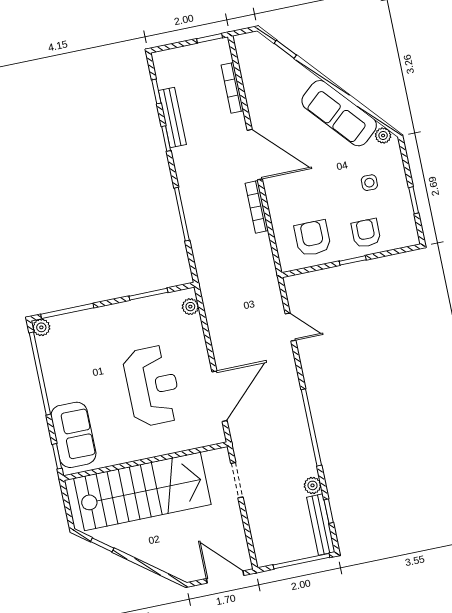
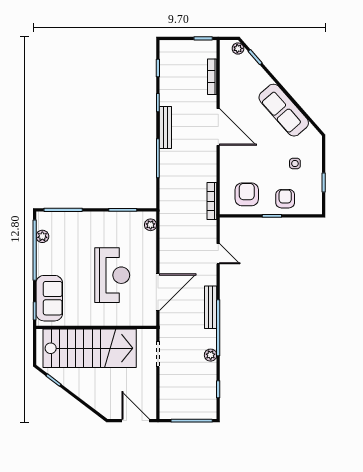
bench: (172, 117) -> (165, 128), moved
plant: (383, 135) -> (238, 48), moved
bookcase: (257, 207) -> (212, 201), moved
plant: (41, 327) -> (42, 236), moved
plant: (312, 485) -> (211, 355), moved
bench: (321, 525) -> (211, 307), moved

